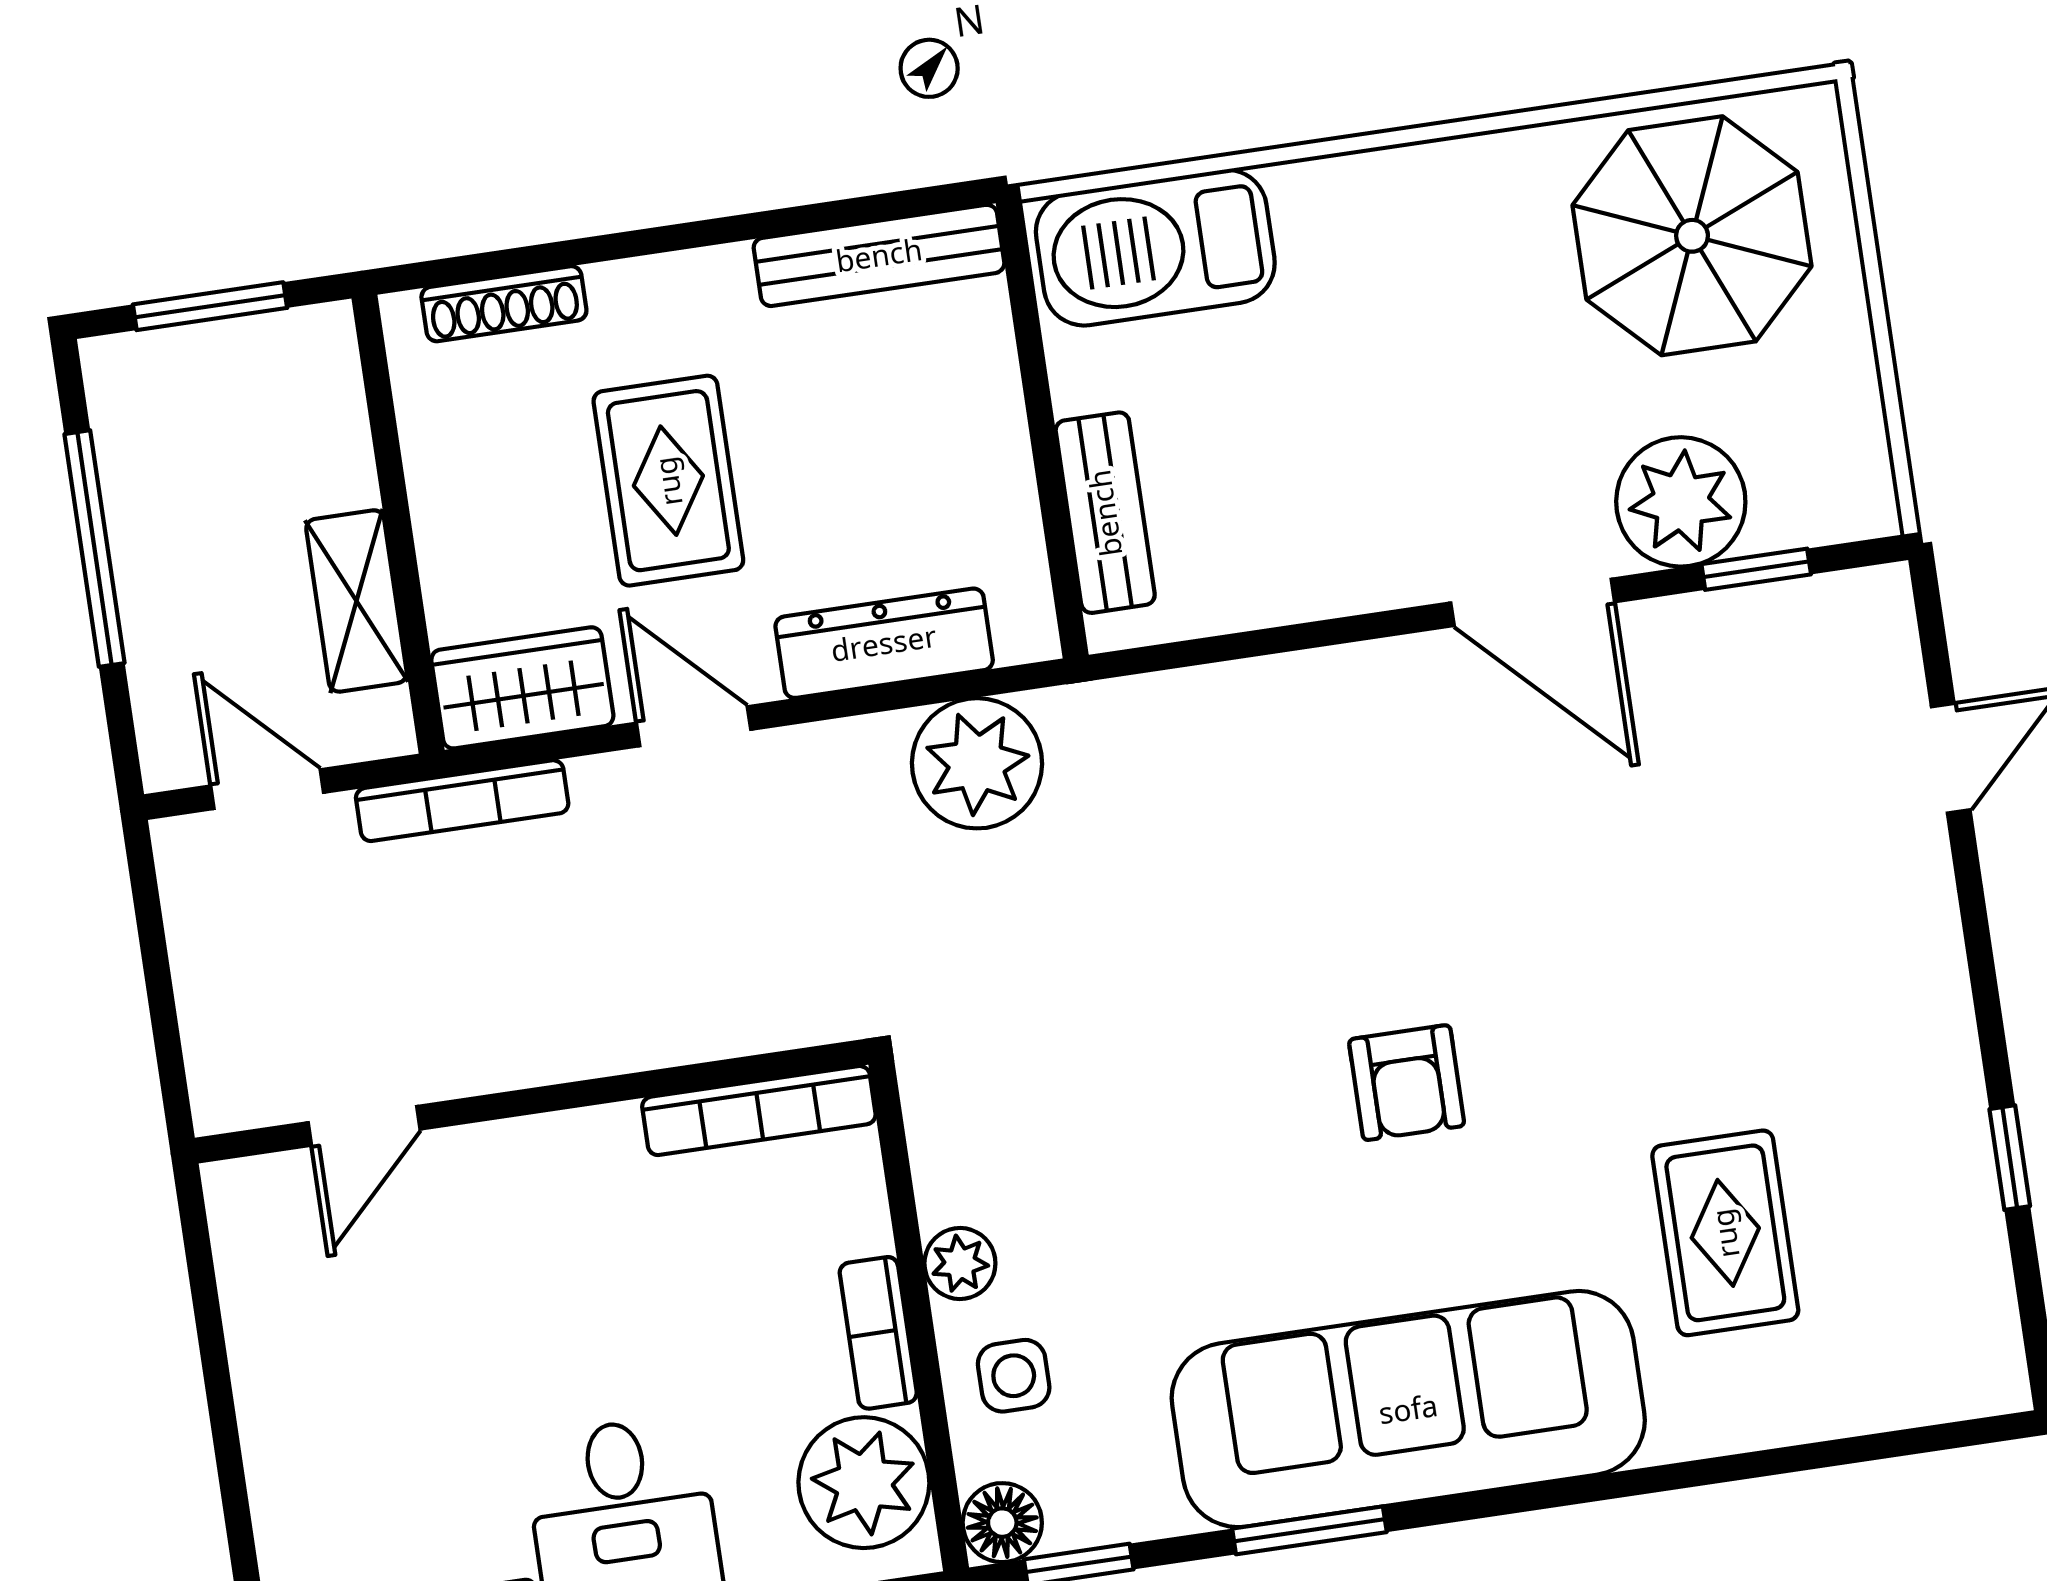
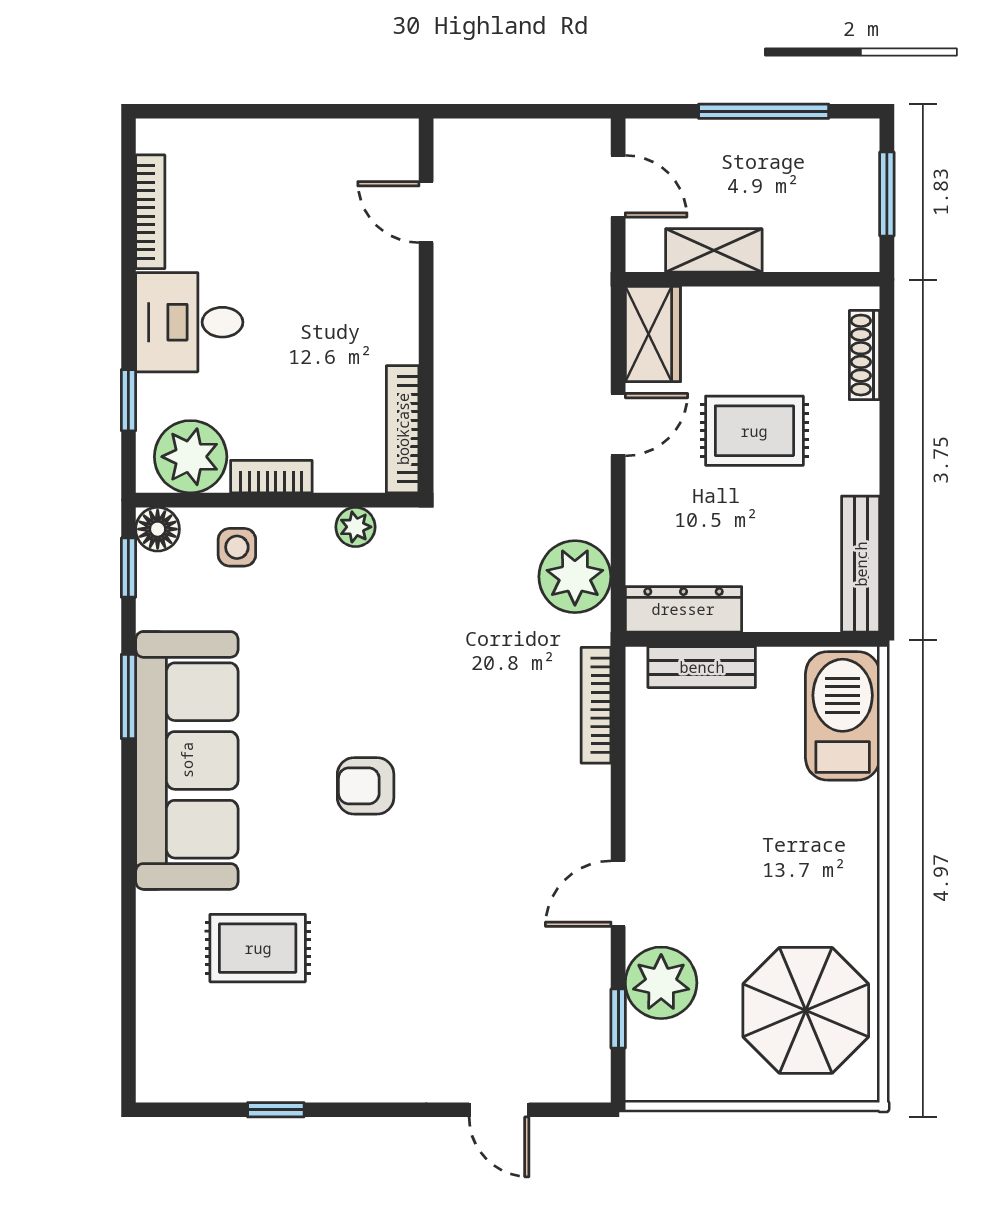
door: (1533, 602) -> (618, 894), width x0.73
dresser: (884, 643) -> (683, 609), moved, turned -90
door: (267, 789) -> (618, 186), hinge flipped
bookcase: (462, 801) -> (596, 705), moved
plant: (960, 1264) -> (355, 527), moved

